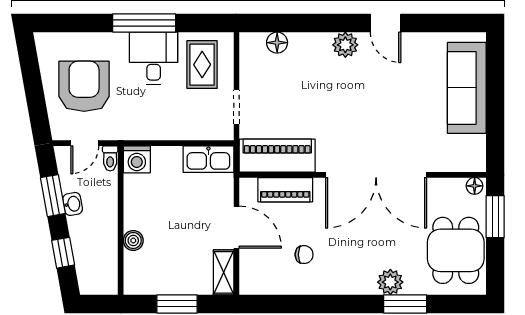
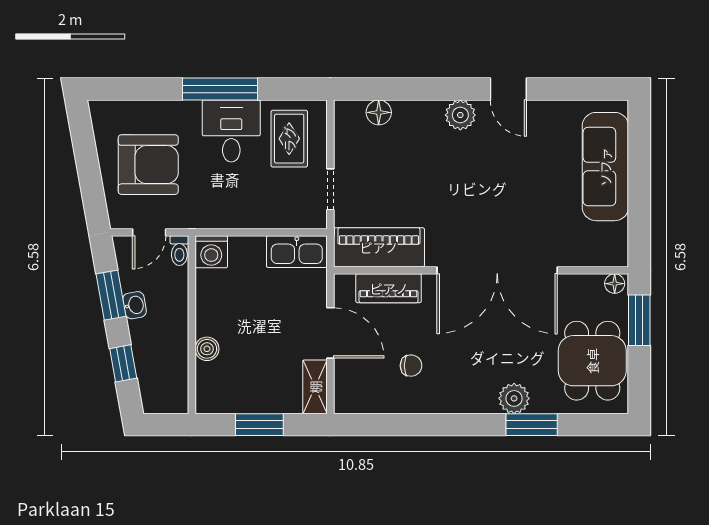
armchair: (84, 86) -> (148, 165), turned 90

